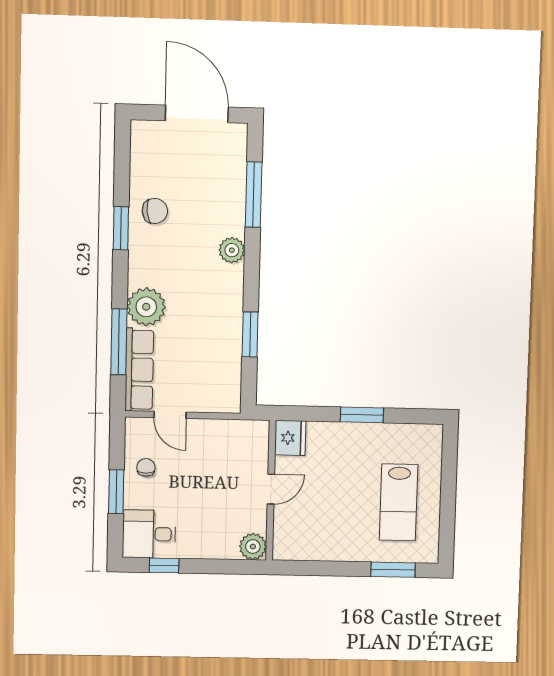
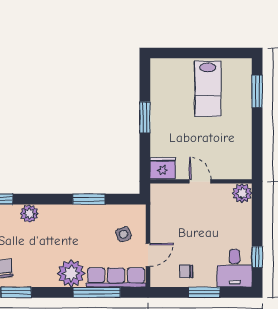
side table: (200, 382) -> (124, 234), added
lab bench: (399, 502) -> (208, 89), turned 90

